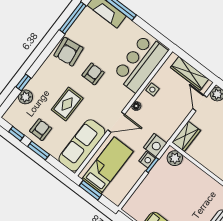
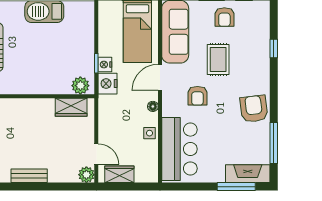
wardrobe: (190, 73) -> (119, 174), width x0.67
armchair: (93, 74) -> (197, 96), moved
plant: (25, 97) -> (262, 37), removed
wardrobe: (186, 136) -> (71, 107), moved, turned -90

